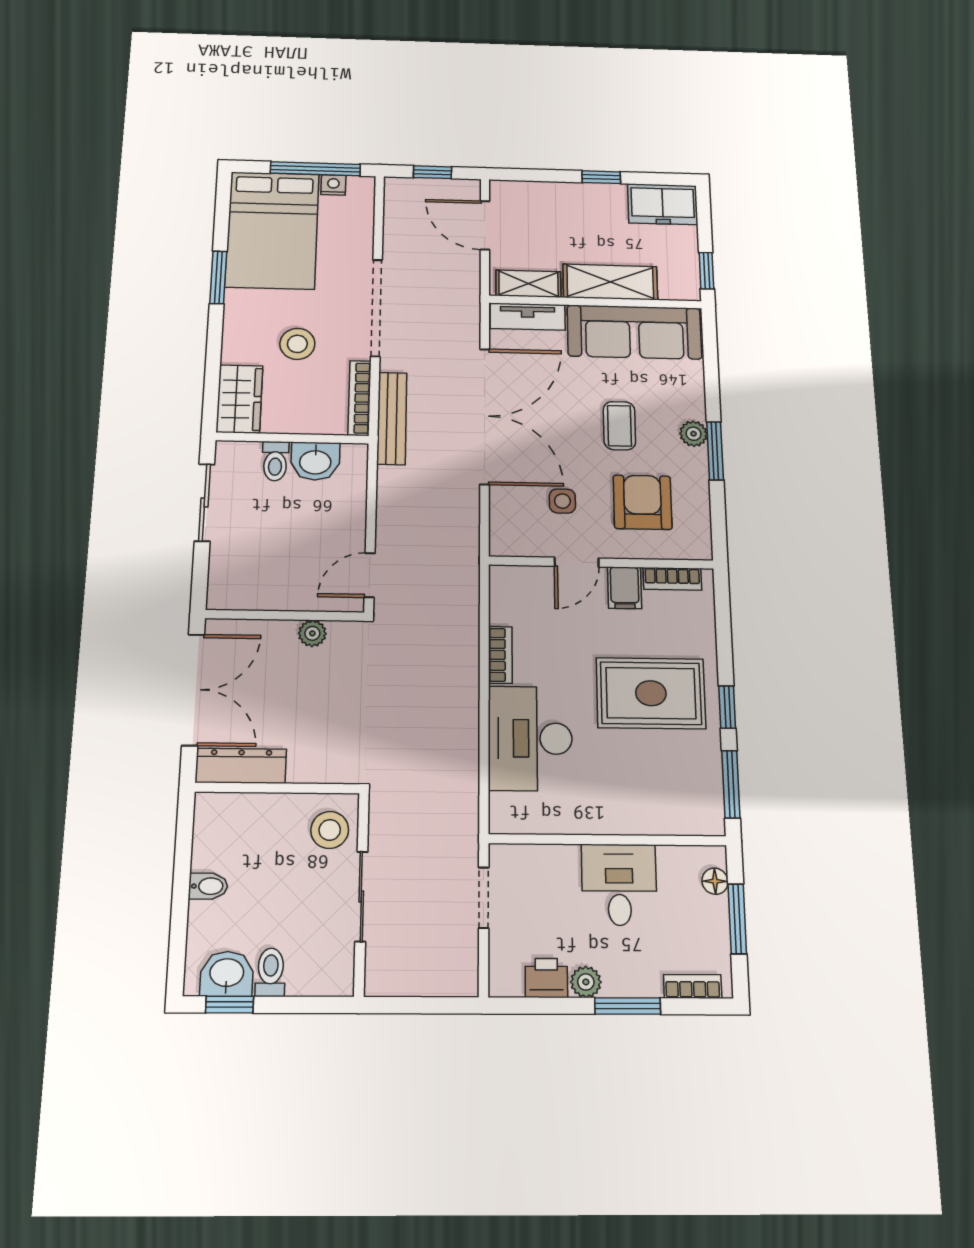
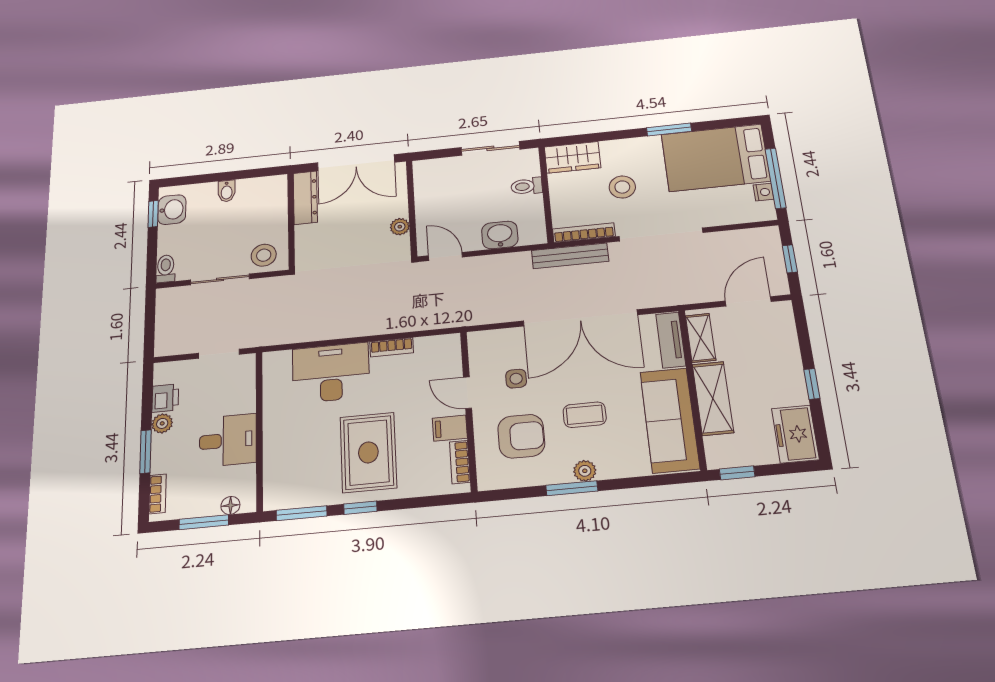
washbasin: (315, 461) -> (500, 235), moved, turned 90
toilet: (271, 972) -> (166, 269), moved, turned -90

